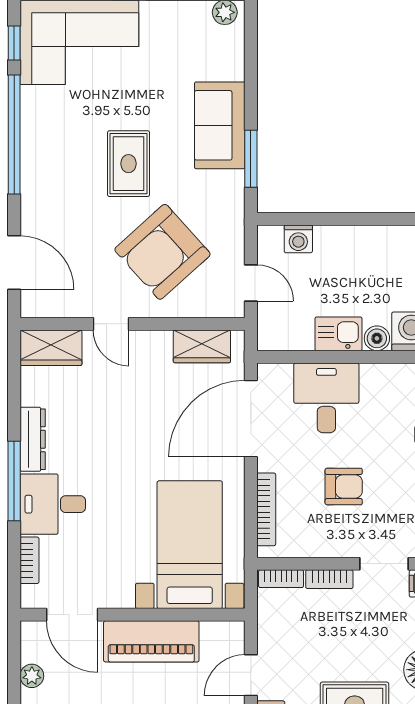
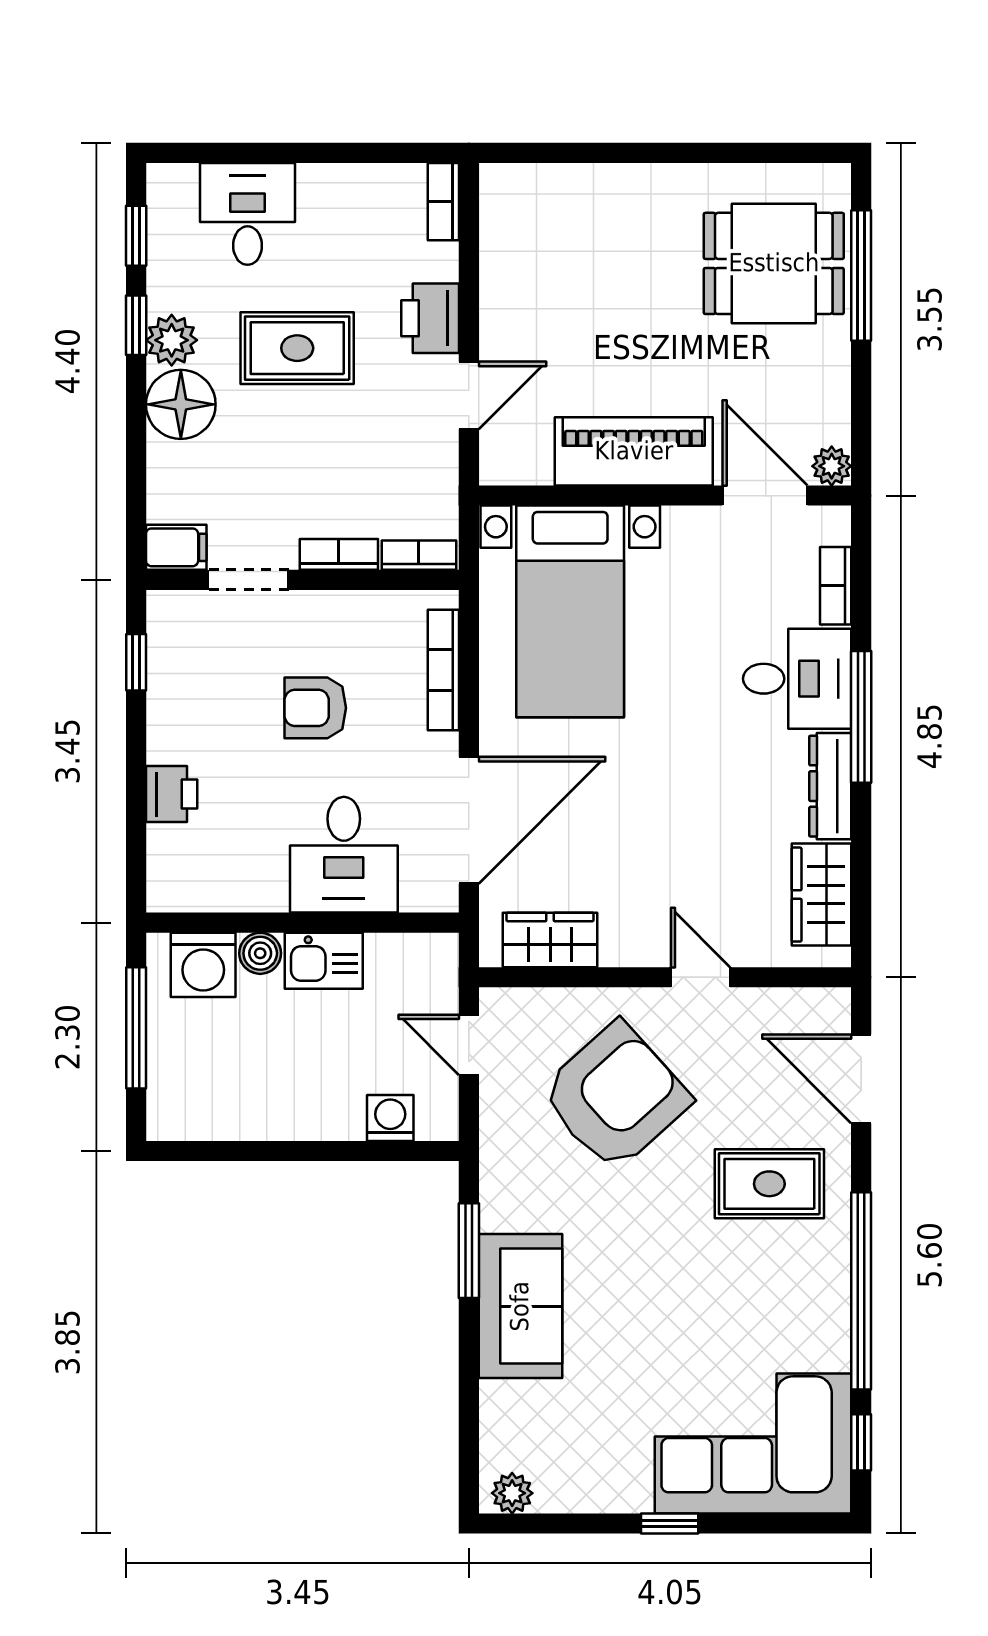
rug: (129, 164) -> (769, 1184), moved, turned 90
wardrobe: (51, 348) -> (822, 895), moved, turned -90
plant: (32, 676) -> (832, 466), moved

